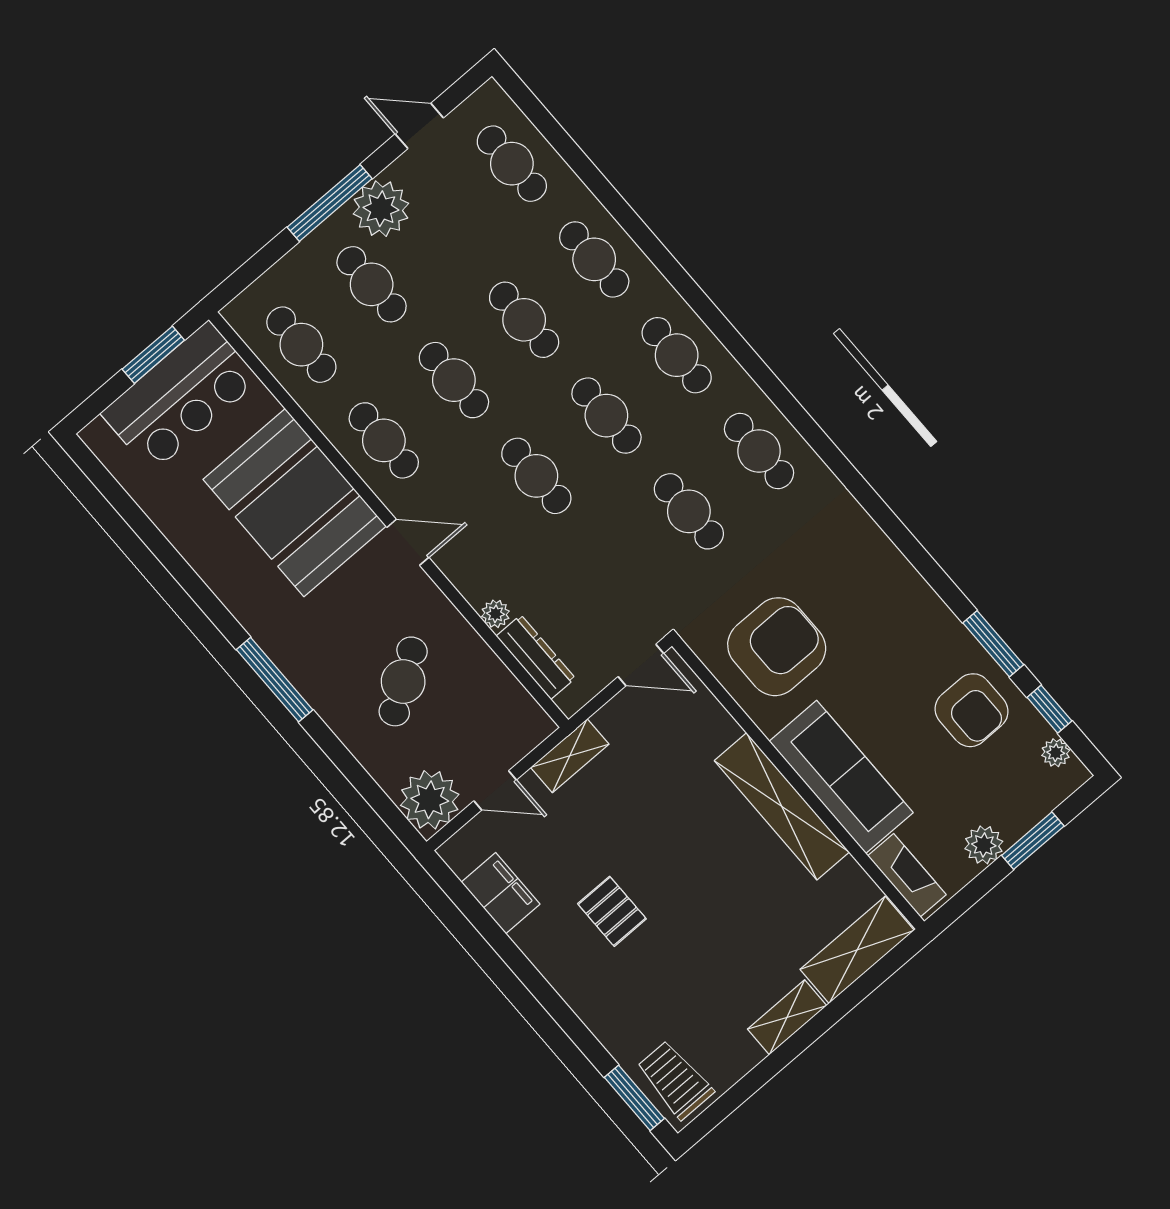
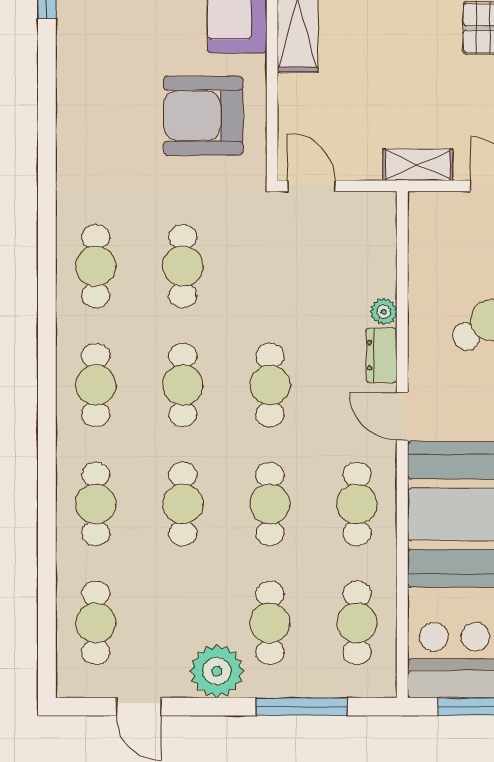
window: (330, 203) -> (302, 707), moved
dresser: (536, 657) -> (382, 355), moved, width x0.70

